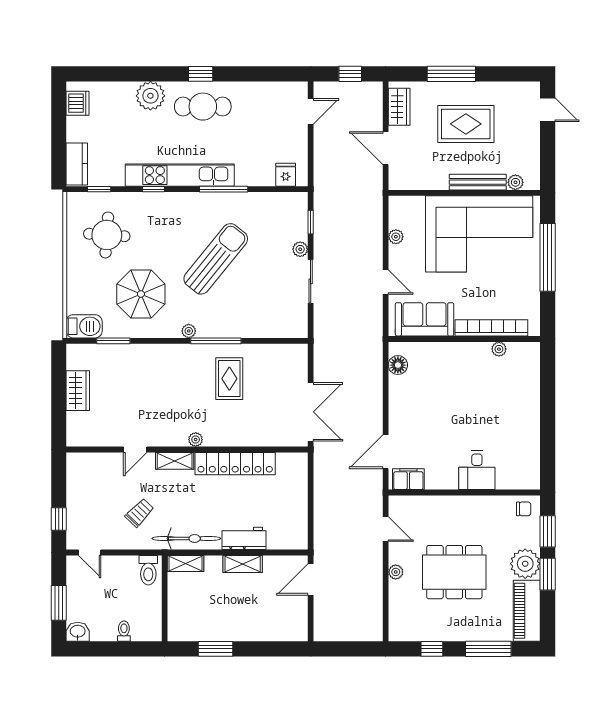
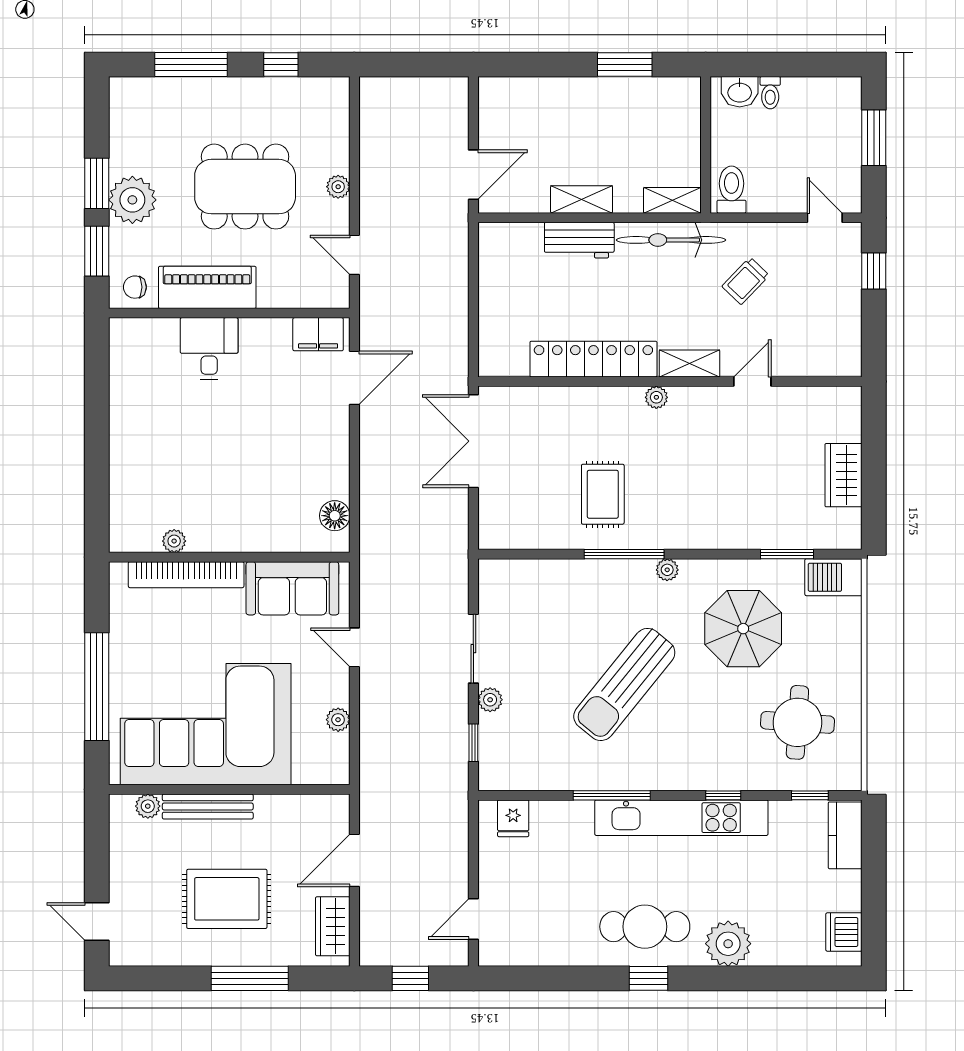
door: (386, 148) -> (354, 860), swing flipped
piano: (527, 611) -> (207, 287), moved, turned -90
washbasin: (78, 632) -> (740, 92), moved

